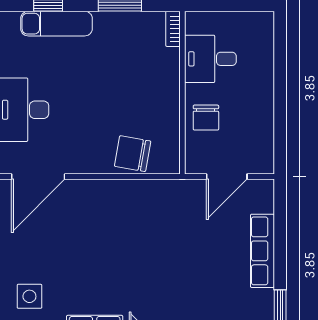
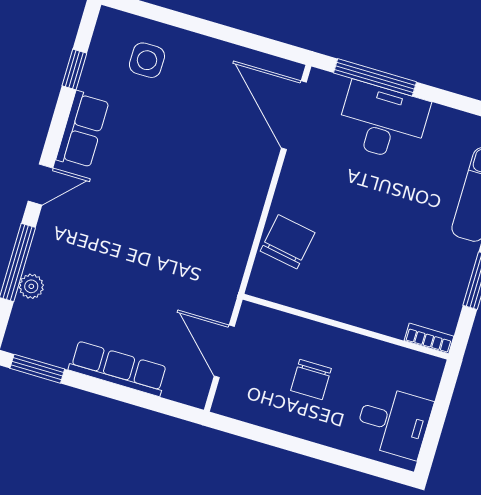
desk: (210, 59) -> (394, 422), moved, turned 90
chair: (206, 118) -> (311, 380), moved, turned -90

